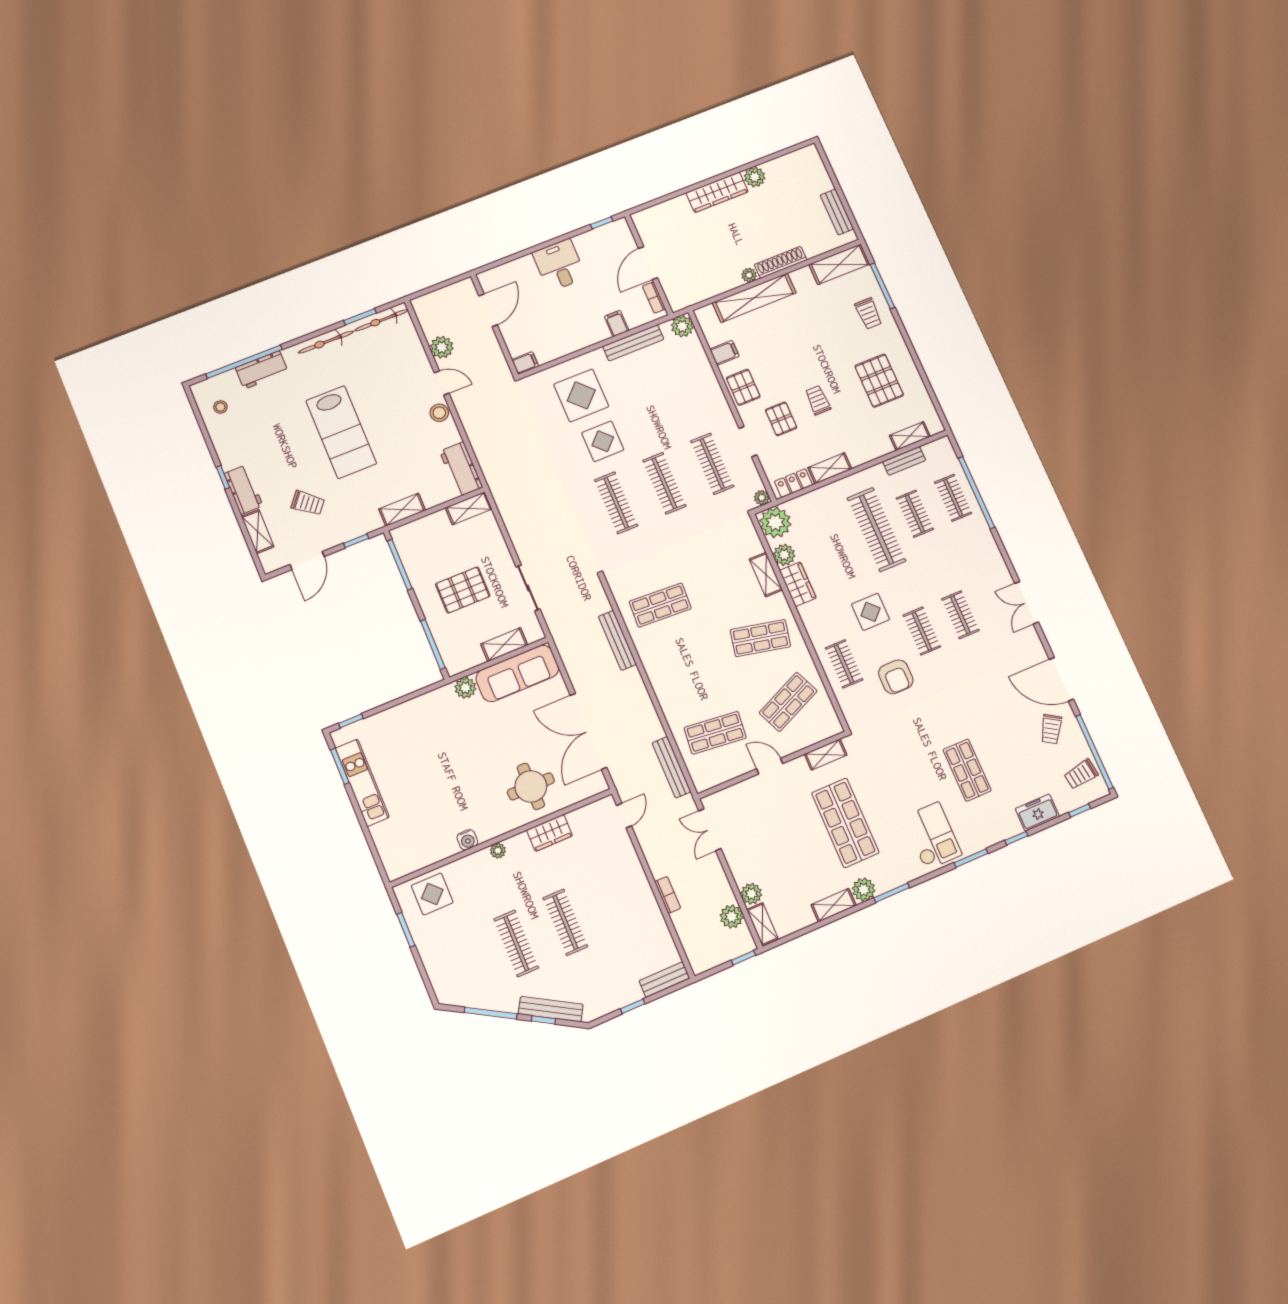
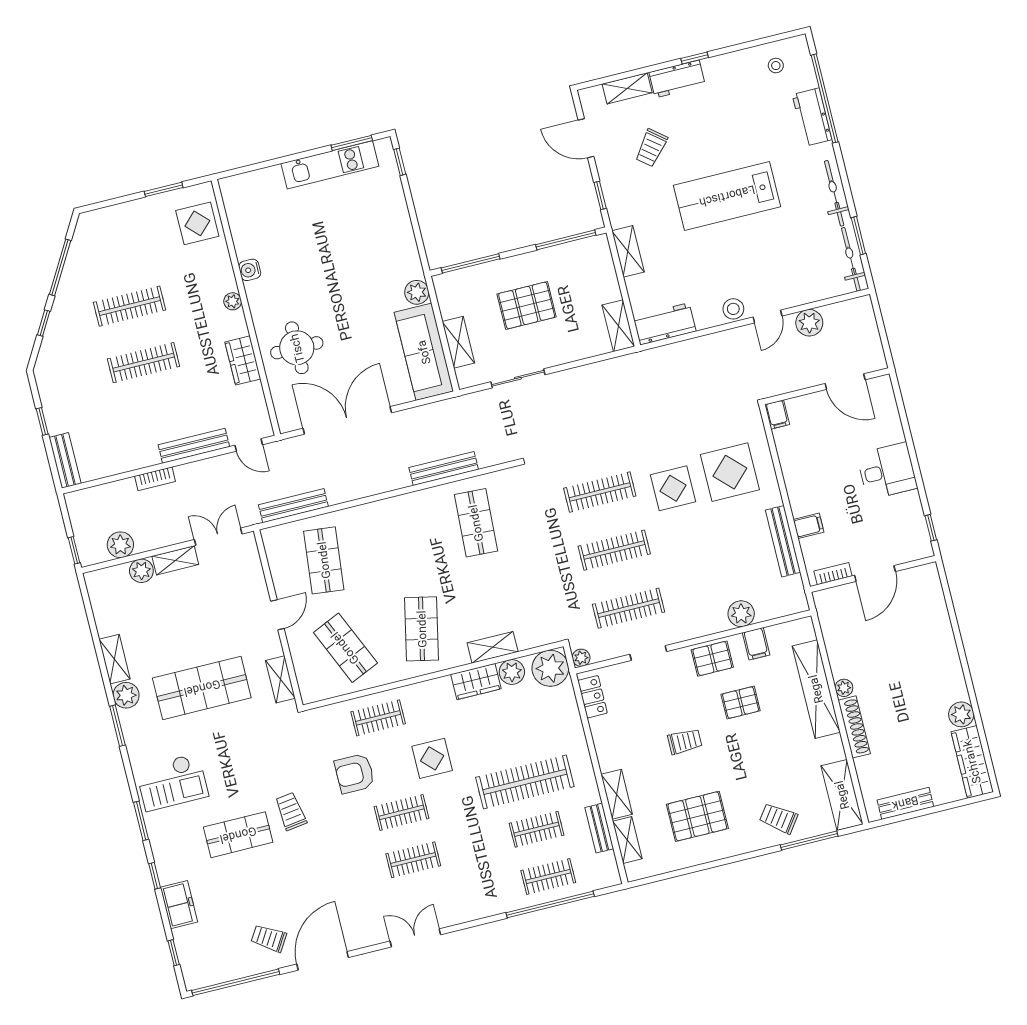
wardrobe: (717, 192) -> (972, 762), moved
door: (648, 263) -> (875, 573), swing flipped
trolley: (868, 313) -> (779, 818), turned 36
plant: (682, 326) -> (741, 614), moved
pallet: (781, 419) -> (741, 703), moved
shelving: (830, 468) -> (617, 794), moved
pallet: (463, 590) -> (527, 305), turned 90
trolley: (1081, 774) -> (291, 811), moved
shelving: (762, 924) -> (175, 560), moved
bench: (551, 1009) -> (194, 446), moved, turned 60

